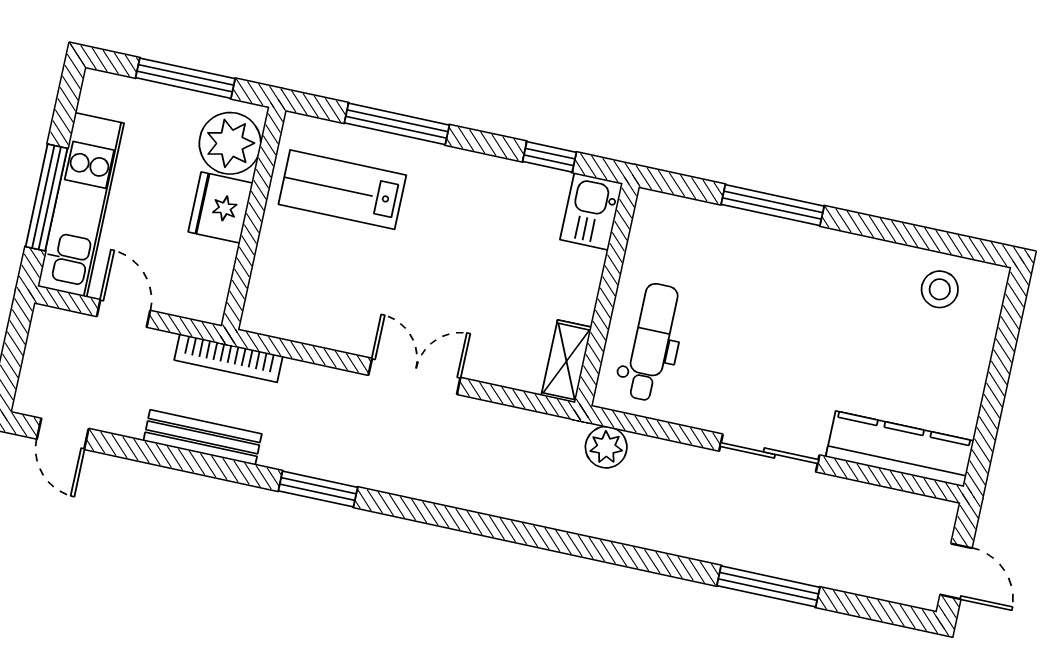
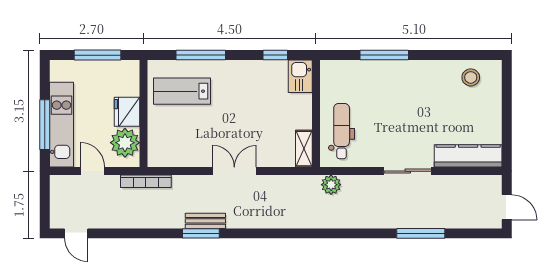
plant: (230, 143) -> (125, 143), moved
bench: (203, 437) -> (205, 221), moved, width x0.73

